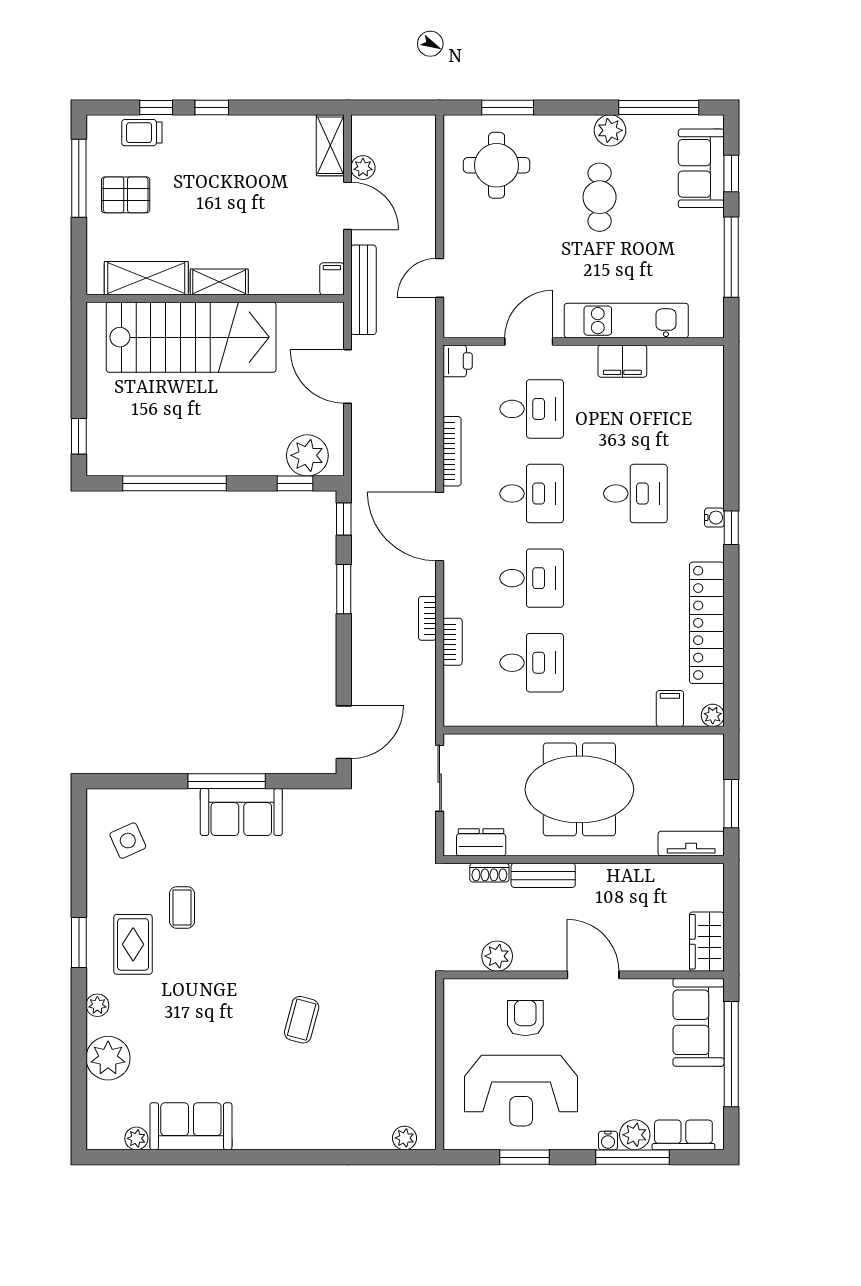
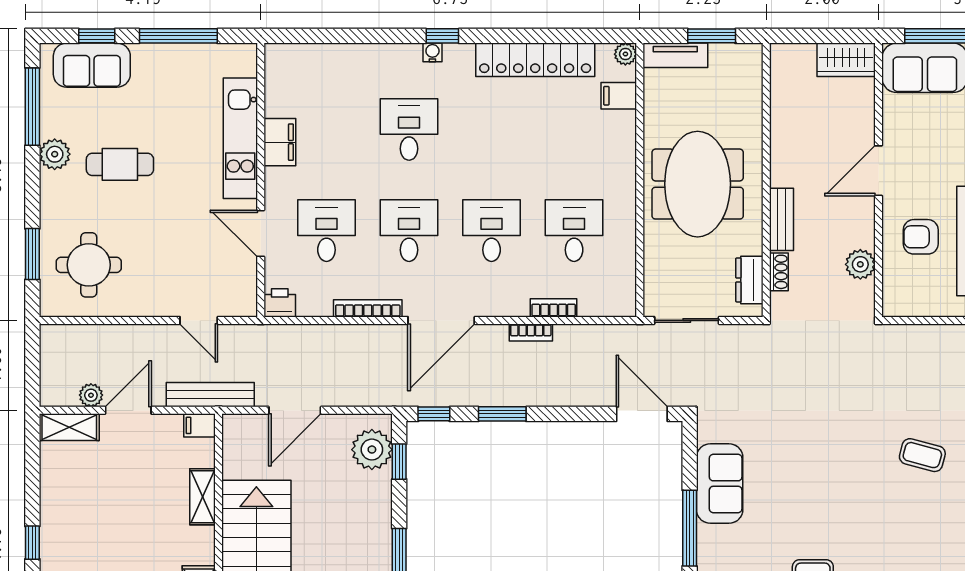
shelving: (219, 282) -> (203, 497), moved
sofa: (241, 812) -> (720, 484), moved
tv unit: (691, 844) -> (675, 55), moved, turned -90

